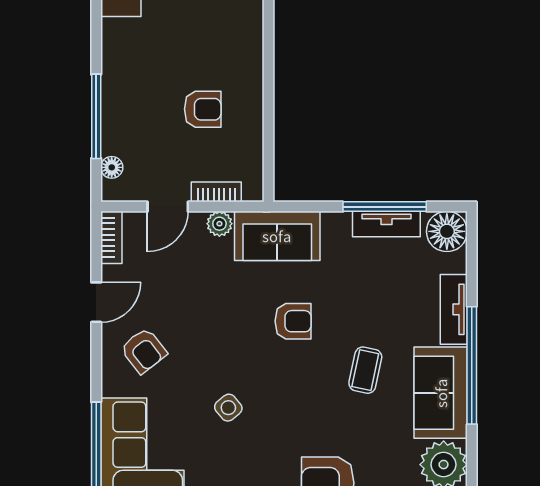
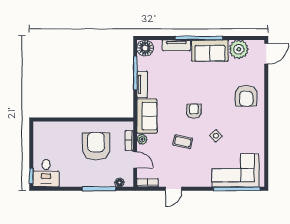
armchair: (203, 109) -> (96, 146), width x1.88, depth x1.88
tv unit: (386, 224) -> (142, 84), moved
door: (96, 302) -> (174, 189), swing flipped
armchair: (293, 321) -> (194, 111), moved
armchair: (144, 351) -> (193, 170), removed
coffee table: (365, 370) -> (183, 142), moved

